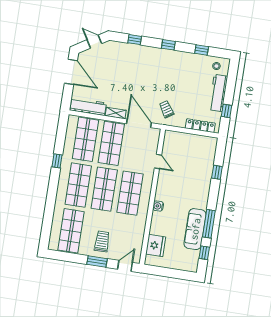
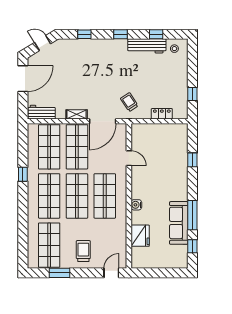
door: (71, 72) -> (23, 79), hinge flipped
workbench: (218, 93) -> (147, 46), moved, turned -90
workbench: (88, 107) -> (42, 112), width x0.73
door: (139, 123) -> (103, 121), swing flipped
locker: (200, 126) -> (162, 114), width x0.66
fridge: (156, 245) -> (140, 236), moved
window: (97, 261) -> (60, 273), moved

